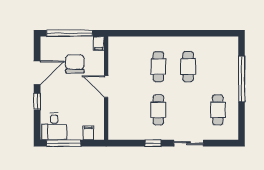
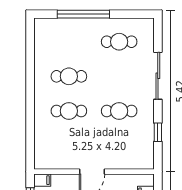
window: (153, 143) -> (158, 132), moved
sliding door: (189, 143) -> (158, 76), width x1.37

